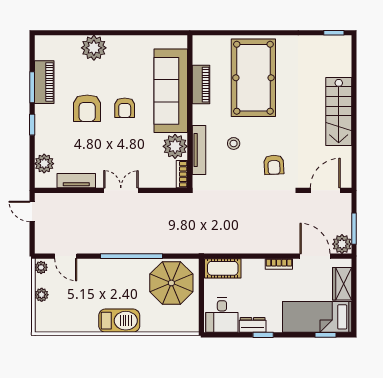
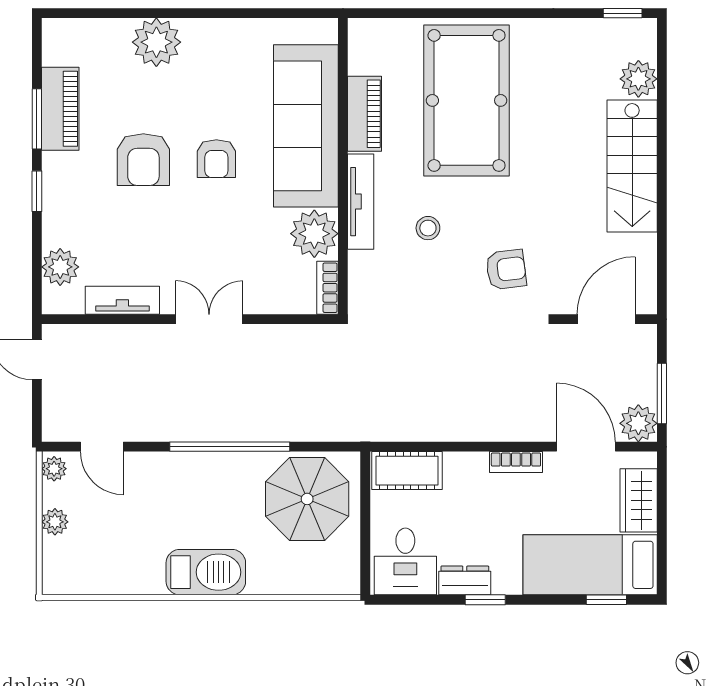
plant: (342, 67) -> (638, 79), added
tv unit: (199, 150) -> (361, 202), moved
armchair: (274, 165) -> (506, 269), turned -94

